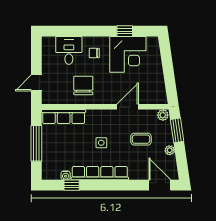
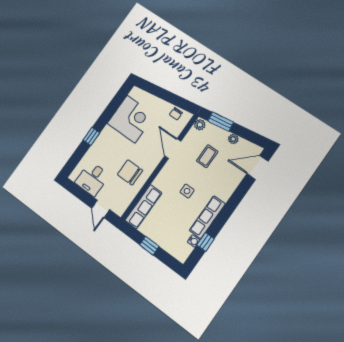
window: (125, 31) -> (91, 136), moved
desk: (69, 50) -> (92, 179), moved, turned -90
chair: (94, 53) -> (176, 114), moved
window: (36, 143) -> (149, 246), width x0.46
row of seats: (100, 173) -> (207, 217), width x0.73

